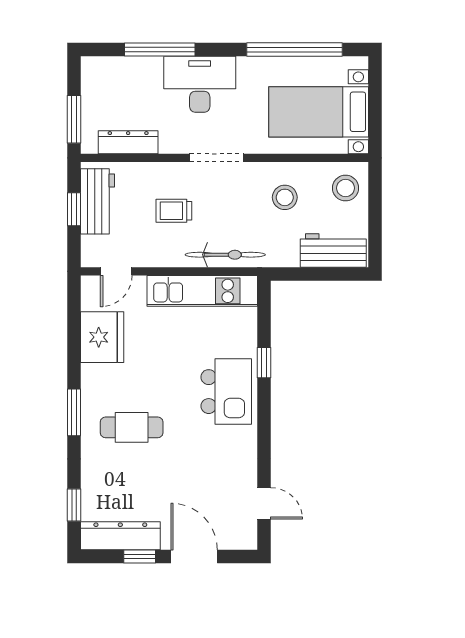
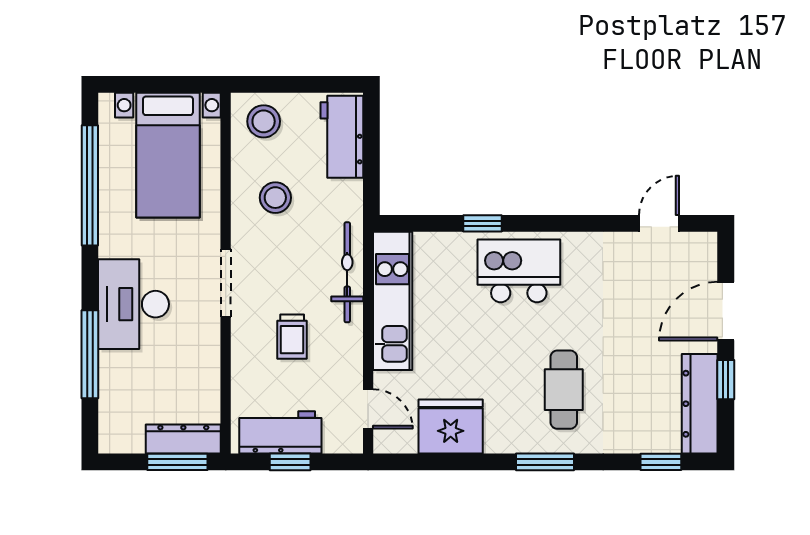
dresser: (128, 142) -> (183, 439), moved, turned 90

